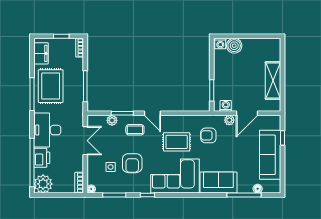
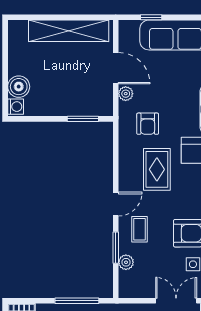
shelving: (273, 80) -> (69, 31), width x1.47
washing machine: (226, 106) -> (105, 99), removed
double door: (85, 141) -> (176, 301), moved

